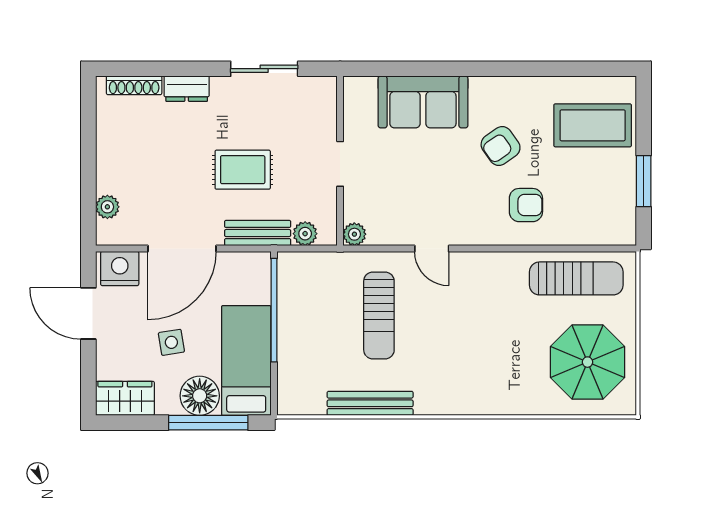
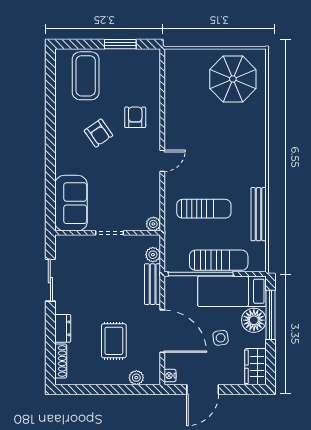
sofa: (423, 102) -> (71, 203), moved
rug: (243, 170) -> (114, 341), moved
door: (432, 249) -> (162, 161), moved
nightstand: (120, 268) -> (170, 376), width x0.53, depth x0.56
sun lounger: (576, 278) -> (219, 260), moved, turned 90

